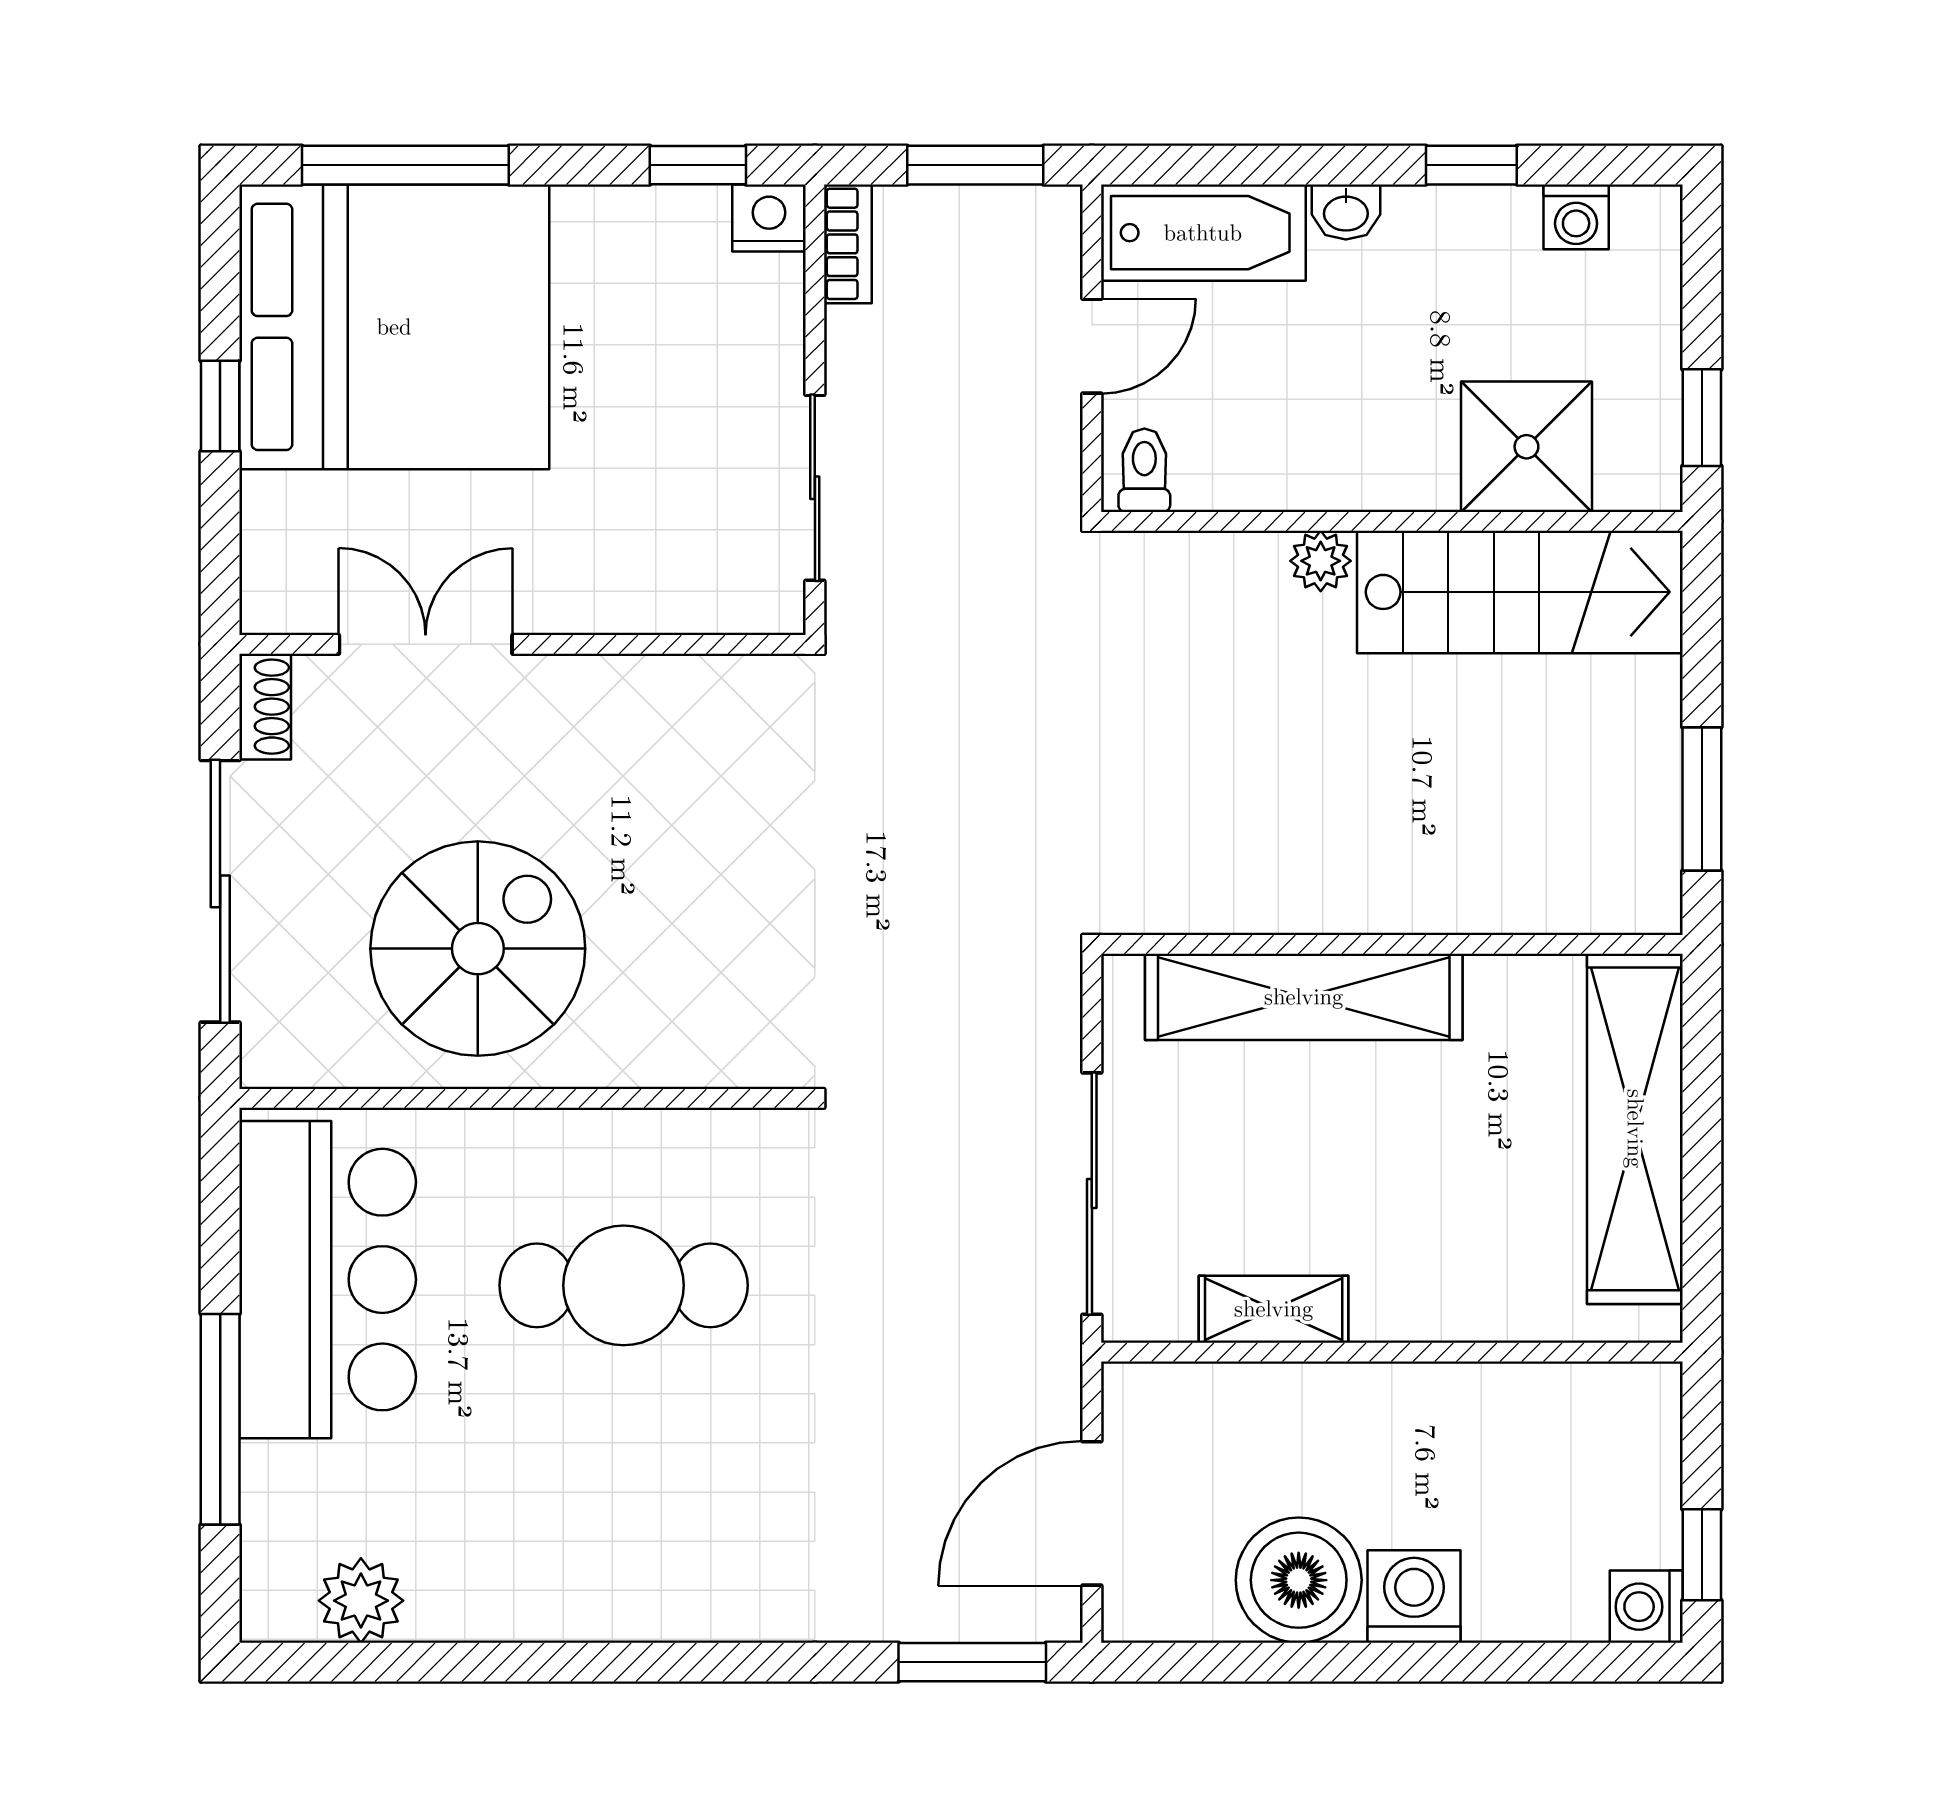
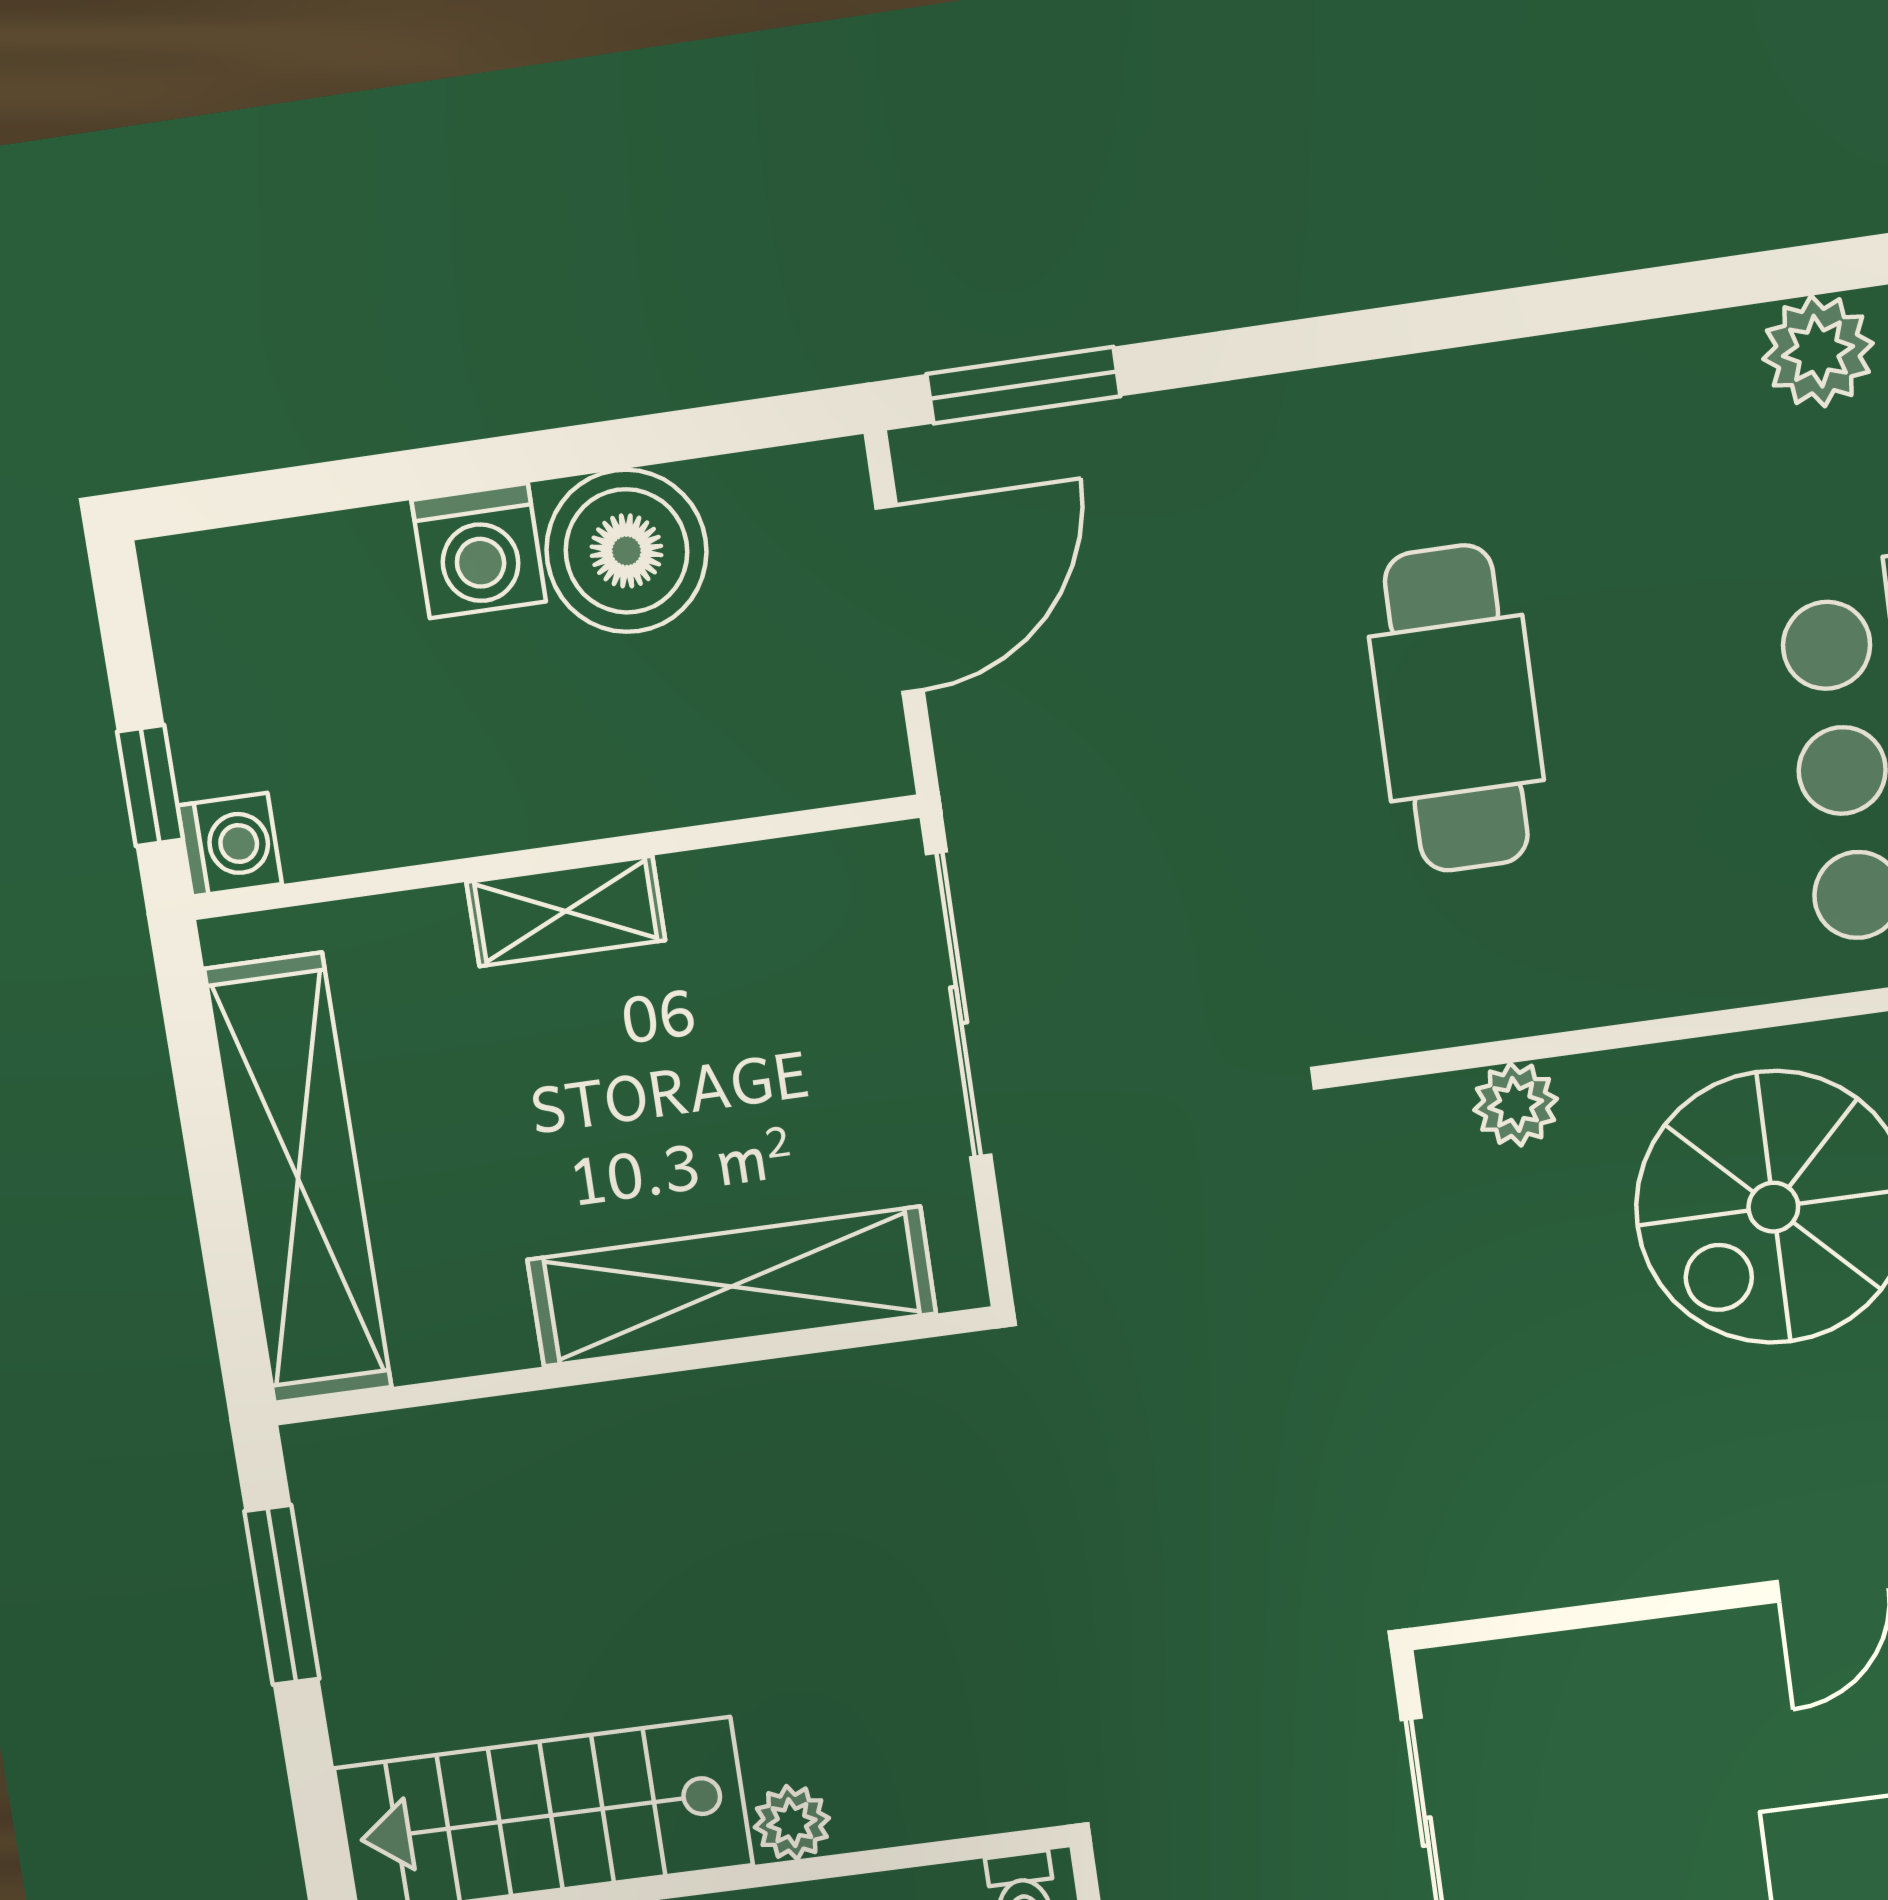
plant: (668, 1056) -> (1516, 1104), added
cafe table: (624, 1285) -> (1456, 708), moved, turned 90
shelving: (1274, 1309) -> (566, 911), moved
window: (1702, 1555) -> (150, 786), moved
washing machine: (1646, 1607) -> (230, 845), moved

